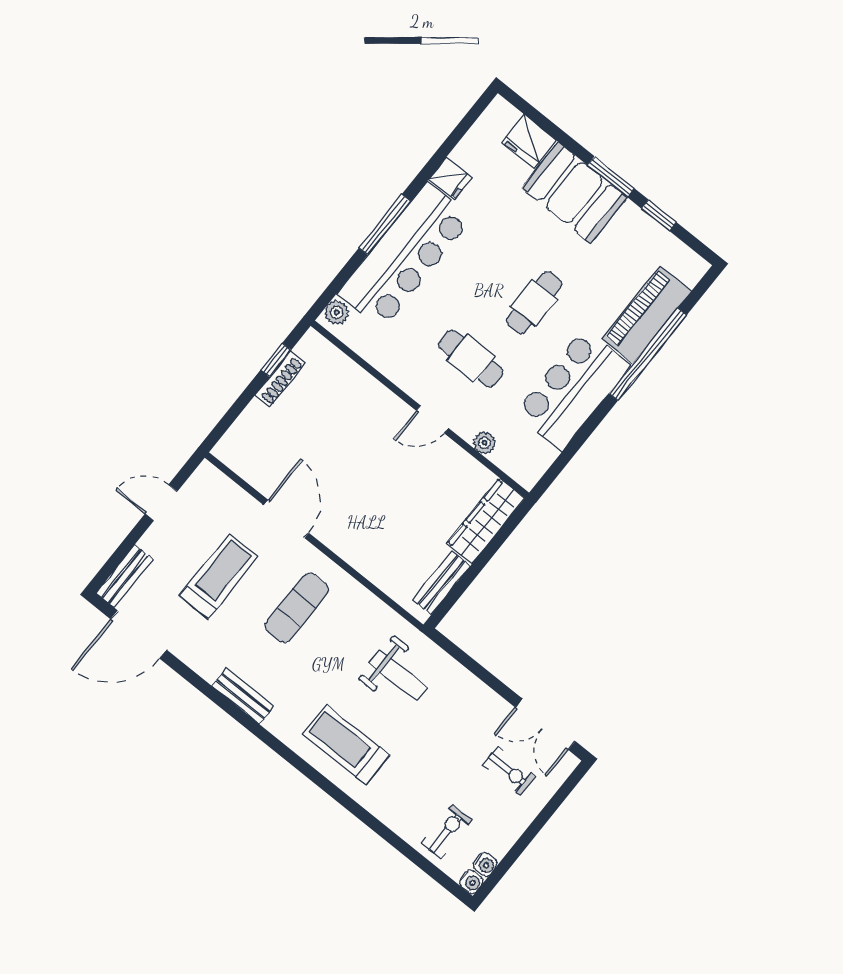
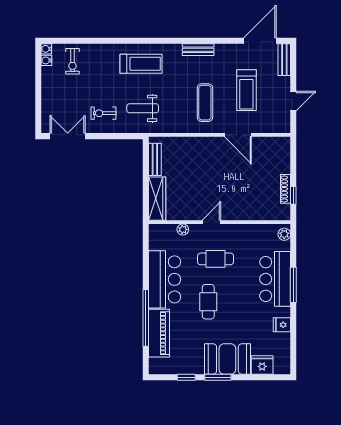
bar counter: (405, 256) -> (275, 279), width x0.73
exercise bike: (509, 771) -> (104, 113), moved

